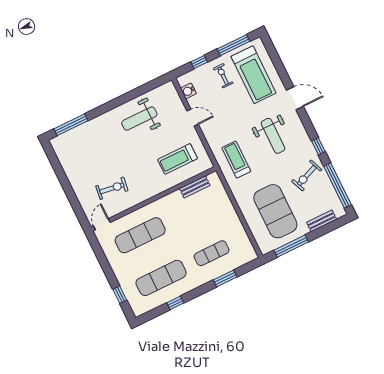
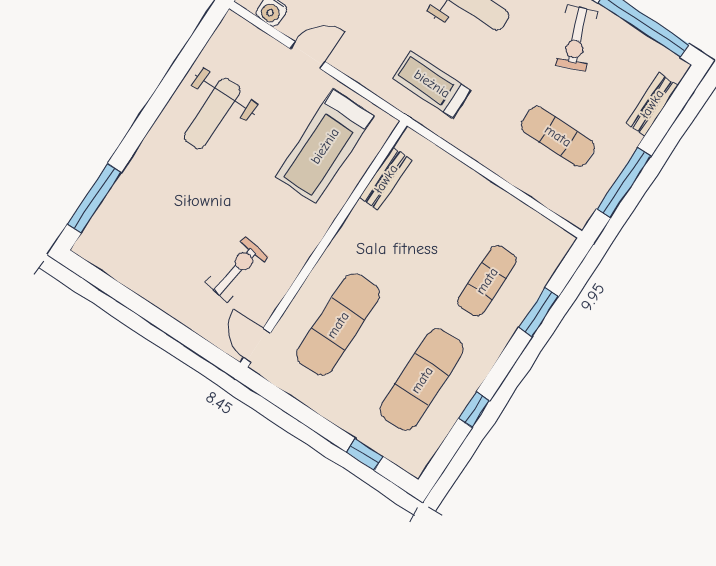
treadmill: (178, 159) -> (325, 146), width x1.37, depth x1.38
exercise mat: (275, 211) -> (558, 136), width x0.50, depth x0.69

